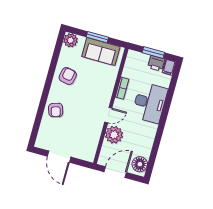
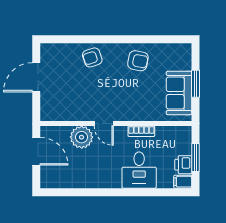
plant: (71, 40) -> (183, 52), removed
desk: (150, 103) -> (139, 170), width x0.73
floor lamp: (140, 164) -> (54, 179), removed

